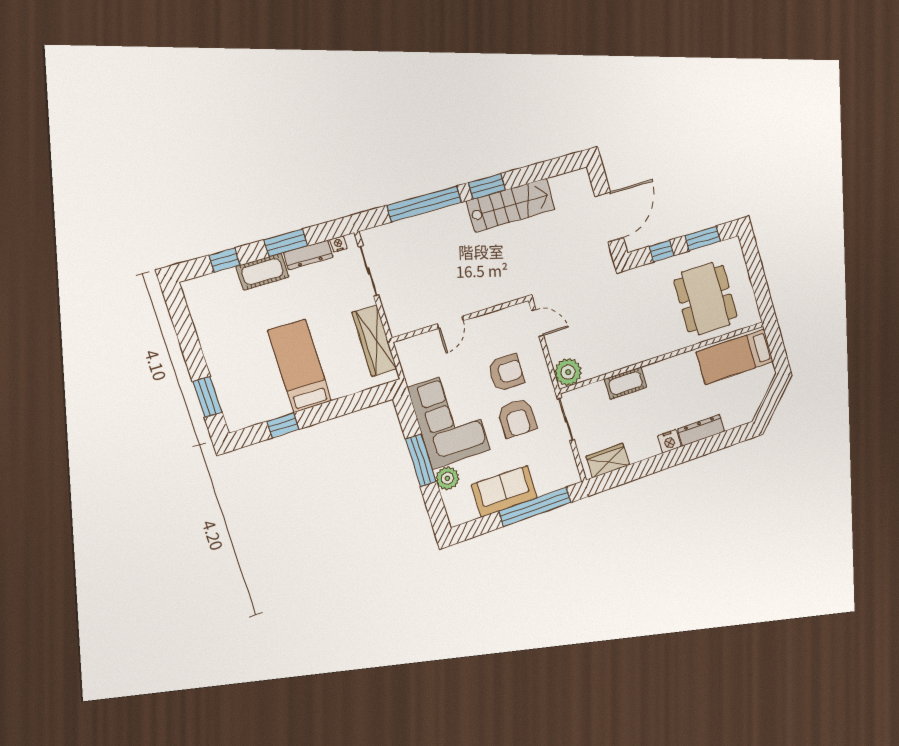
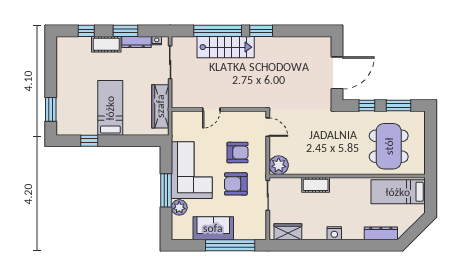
stairs: (511, 205) -> (226, 47), moved
armchair: (517, 418) -> (236, 184), turned 90
dresser: (701, 430) -> (381, 233), moved

